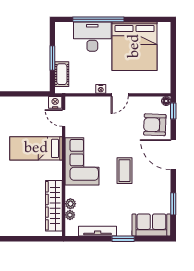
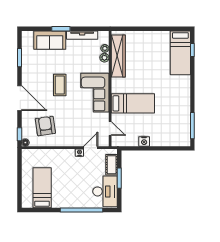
desk: (92, 37) -> (105, 191), moved, turned -90
bed: (134, 46) -> (42, 188), width x0.49
door: (120, 95) -> (91, 148), moved
nightstand: (55, 102) -> (144, 141), moved
armchair: (155, 125) -> (45, 126), moved, turned -100
sofa: (151, 225) -> (50, 40), moved

